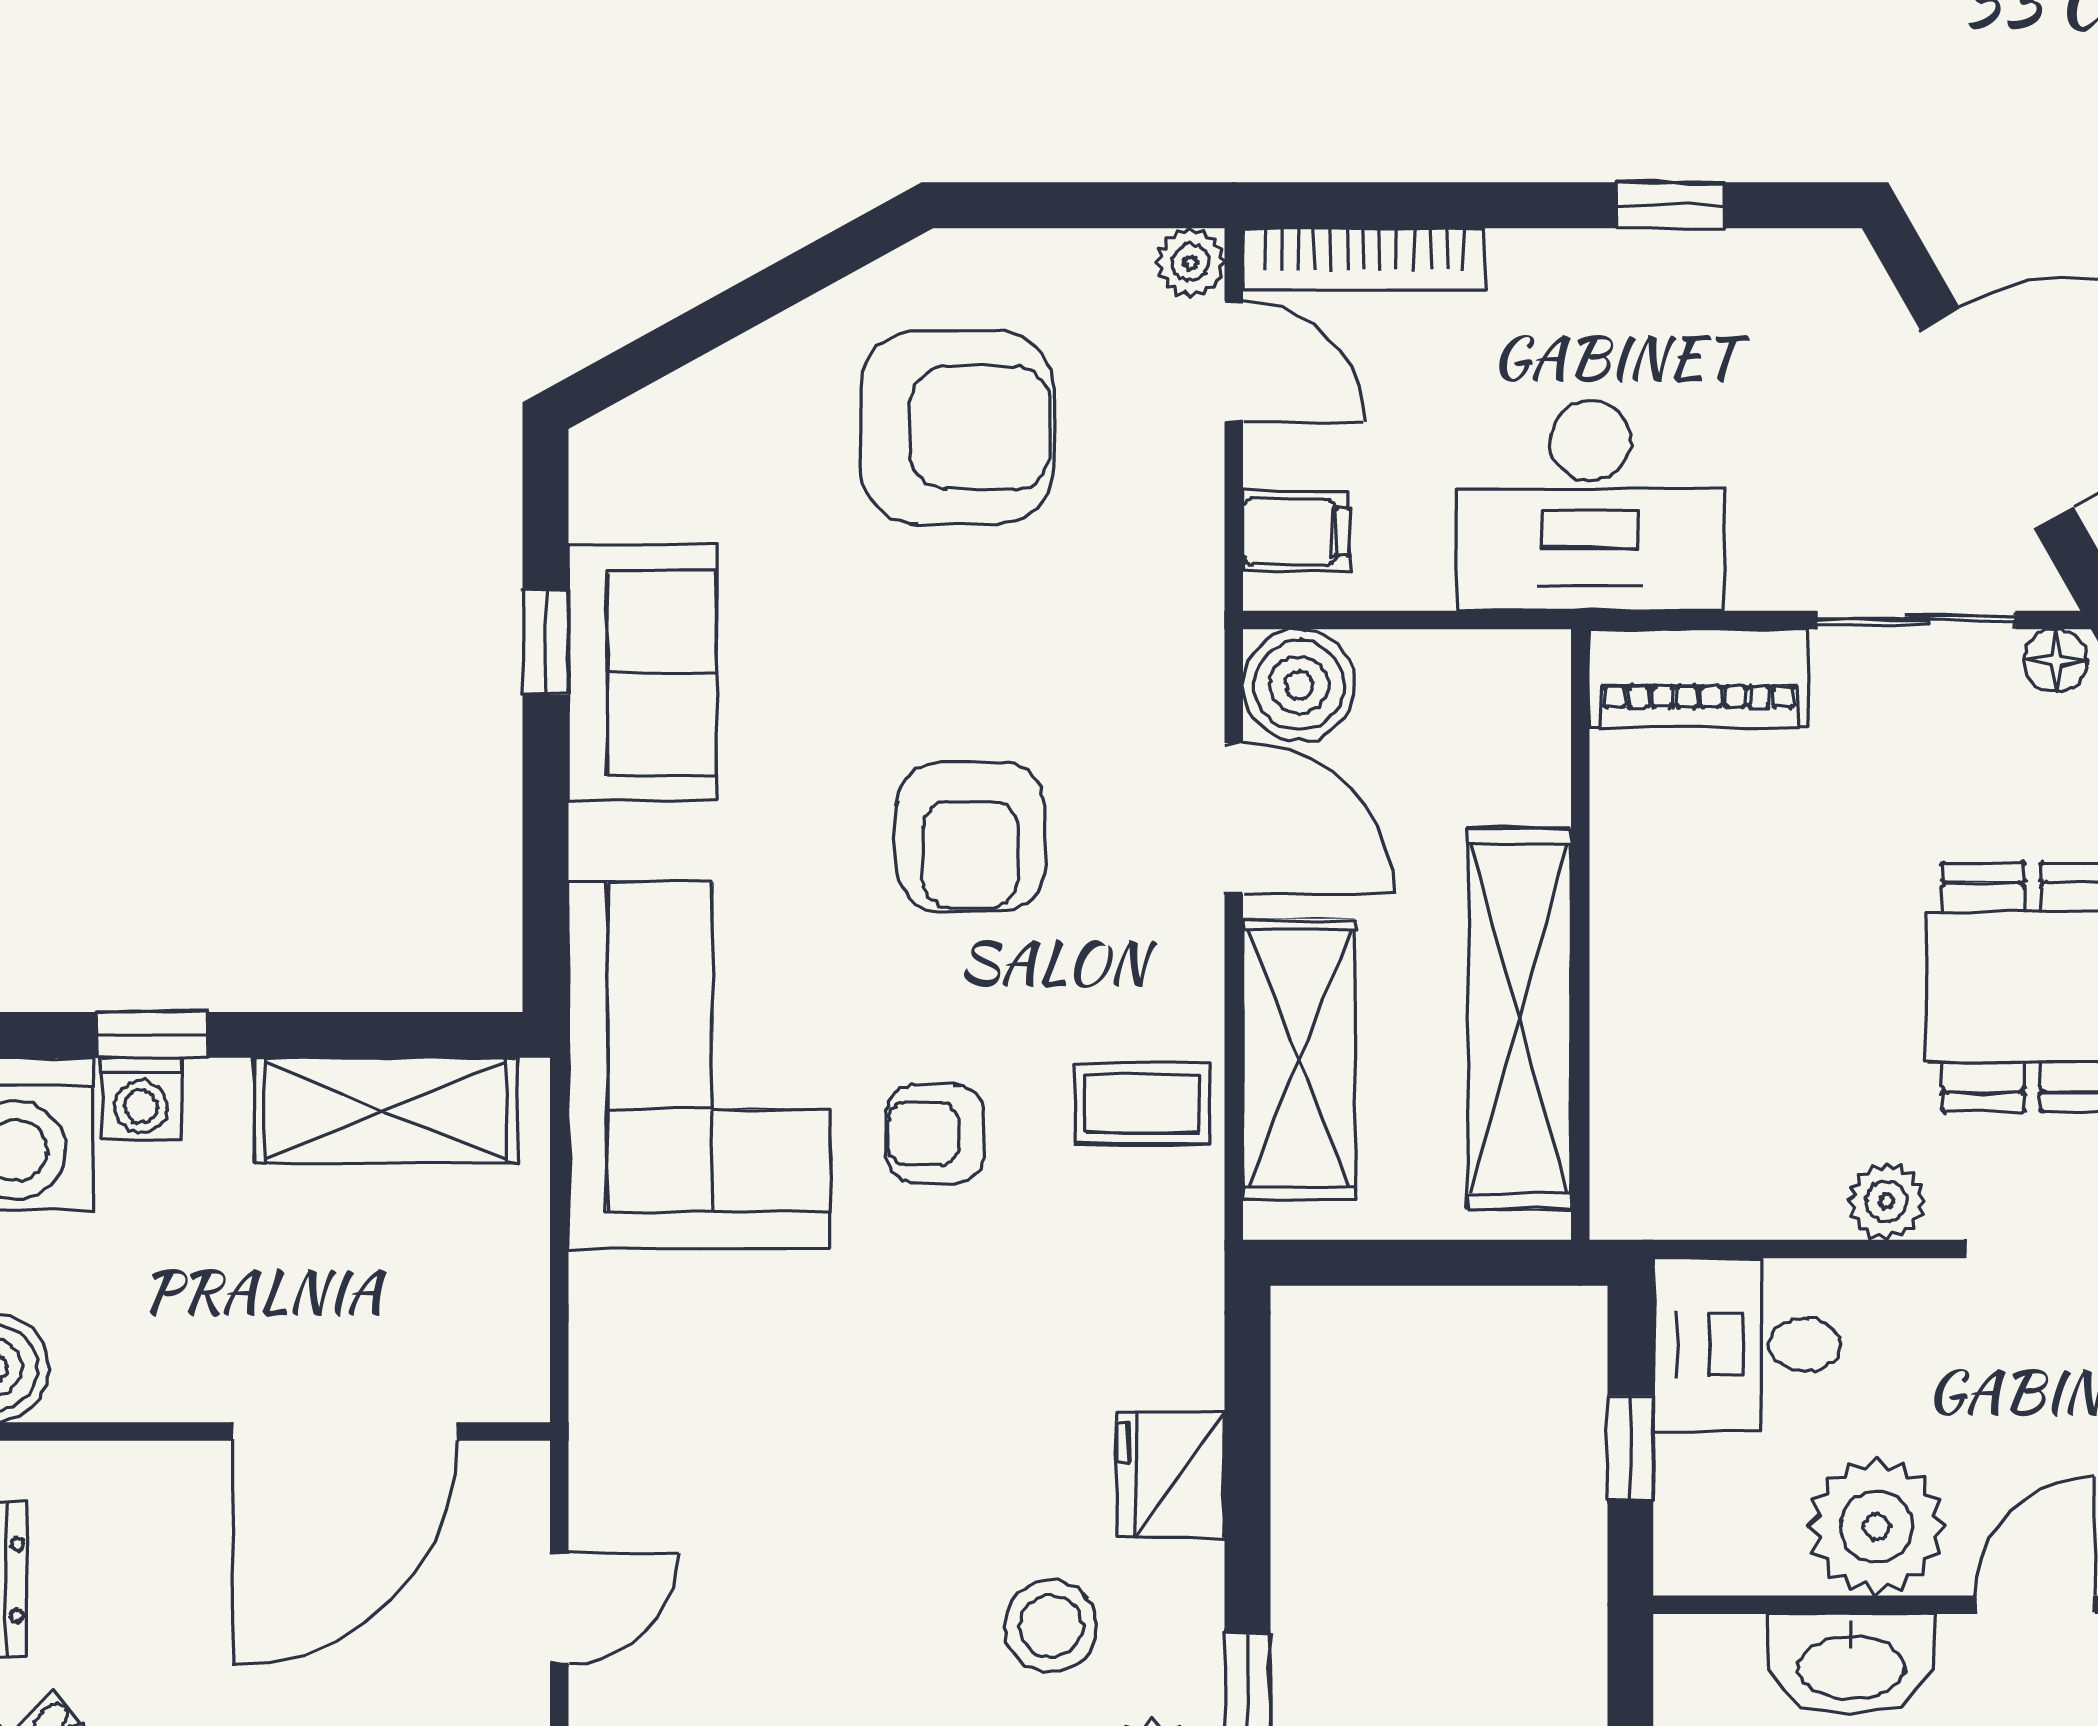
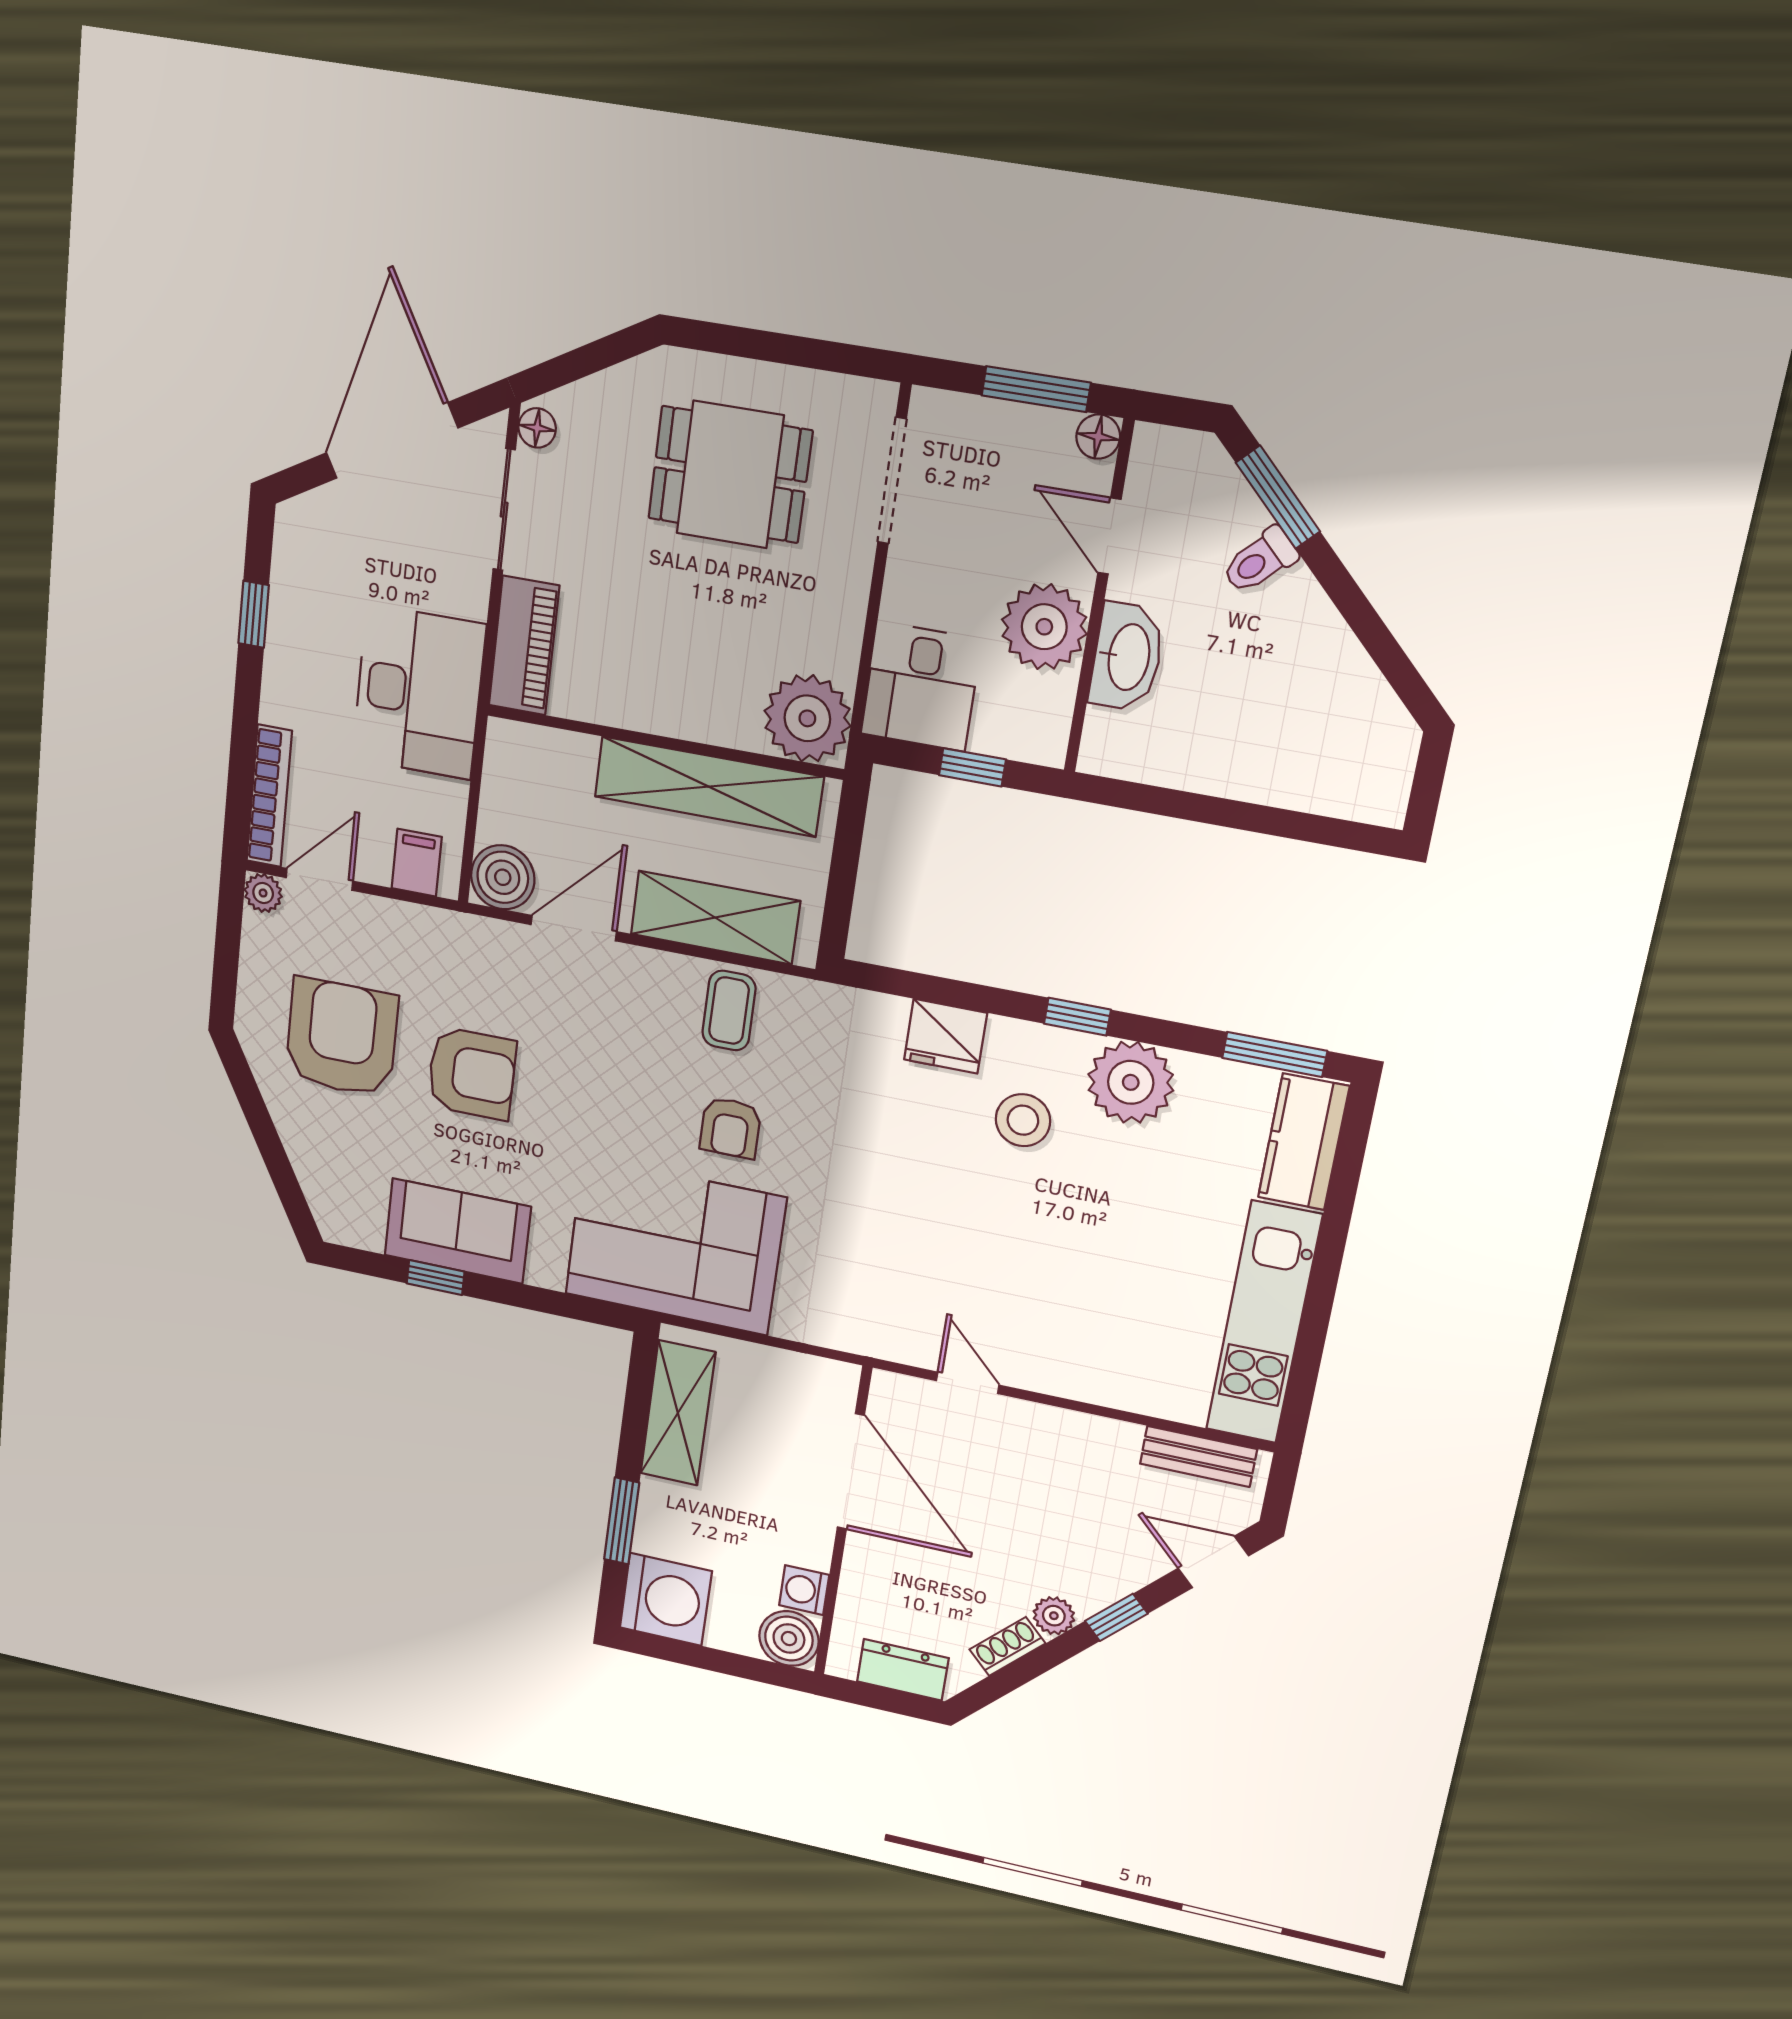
armchair: (971, 837) -> (472, 1073), moved
window: (152, 1035) -> (622, 1521), width x1.50
washing machine: (141, 1098) -> (804, 1590), moved, turned 180
plant: (1886, 1201) -> (807, 718), moved, width x1.88, depth x1.88

